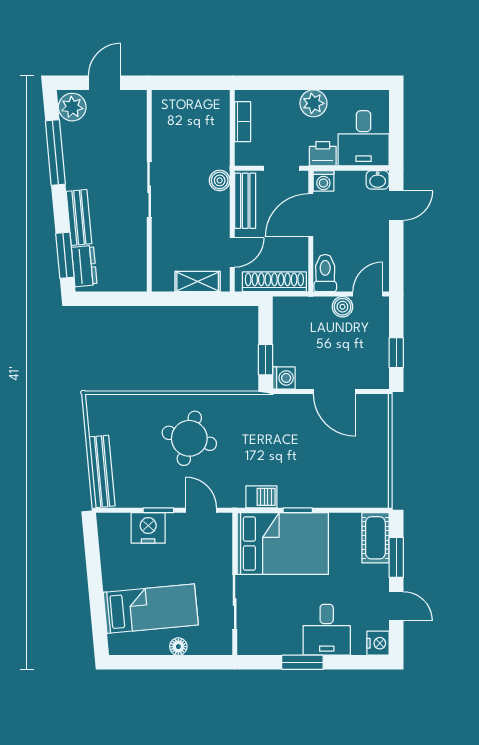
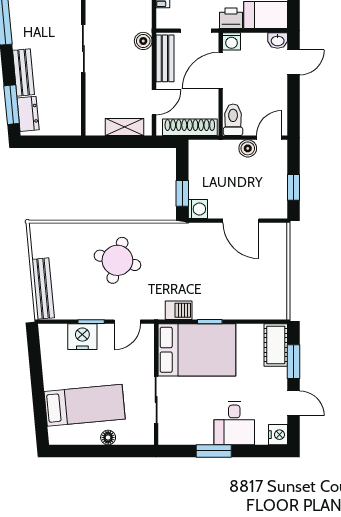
door: (201, 510) -> (127, 322), swing flipped

